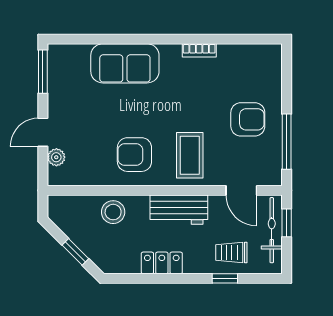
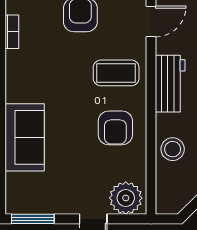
bookcase: (199, 50) -> (12, 32), moved
plant: (56, 157) -> (126, 198), width x1.88, depth x1.88

